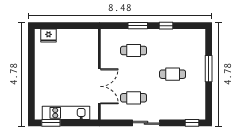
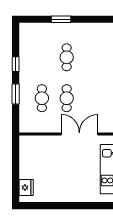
window: (209, 69) -> (61, 19), width x0.69
cafe table: (134, 98) -> (67, 98), moved

